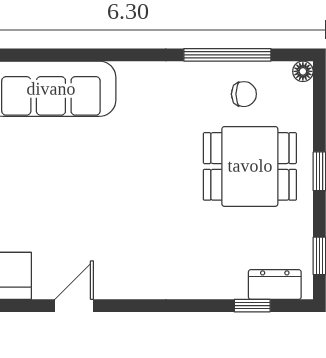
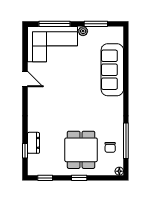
dresser: (275, 285) -> (34, 143), moved

